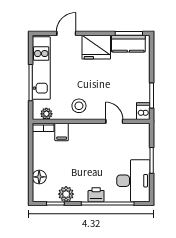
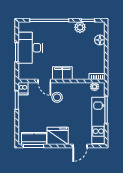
stool: (79, 106) -> (57, 97), moved
filing cabinet: (62, 132) -> (62, 73), moved, width x2.00
desk: (133, 181) -> (30, 48), moved
printer: (96, 195) -> (58, 27), removed

